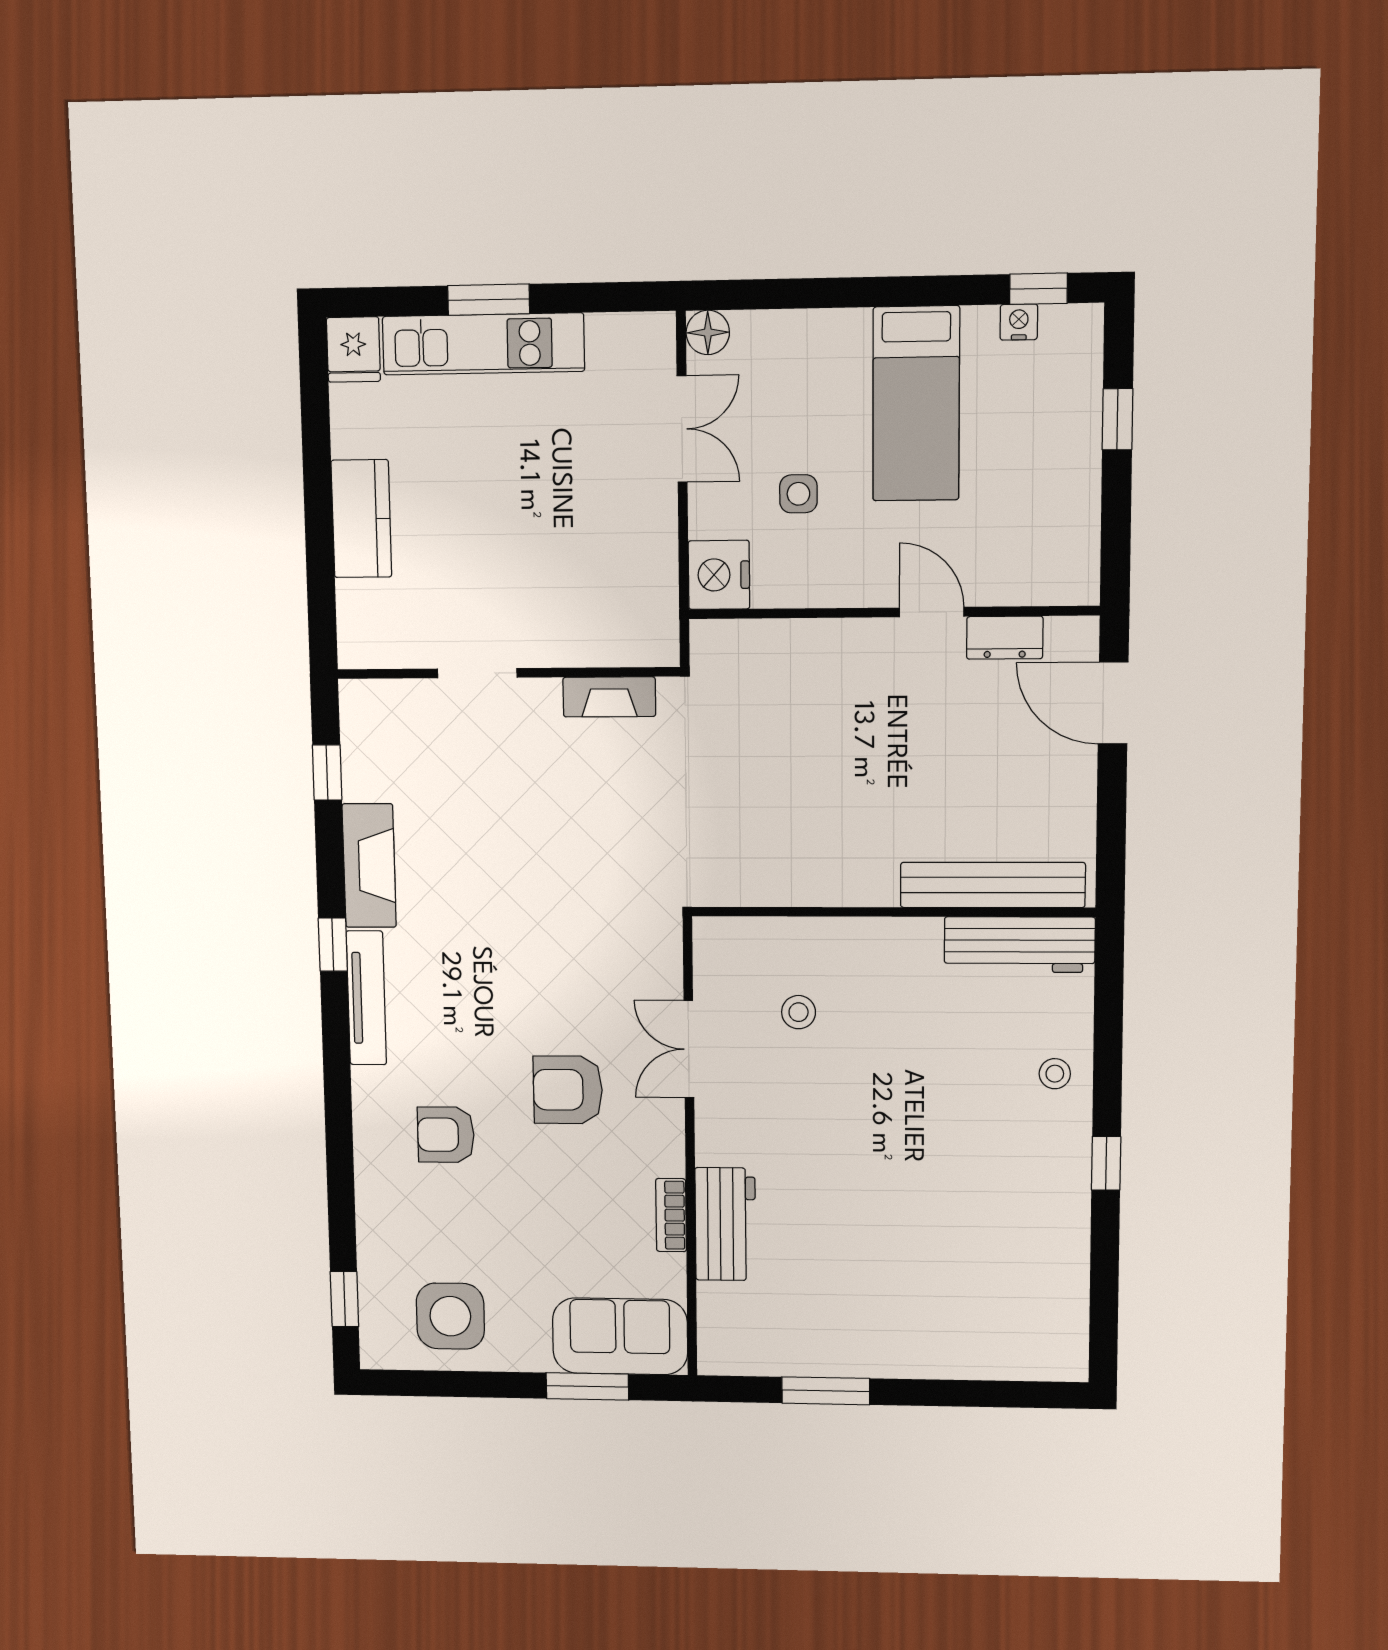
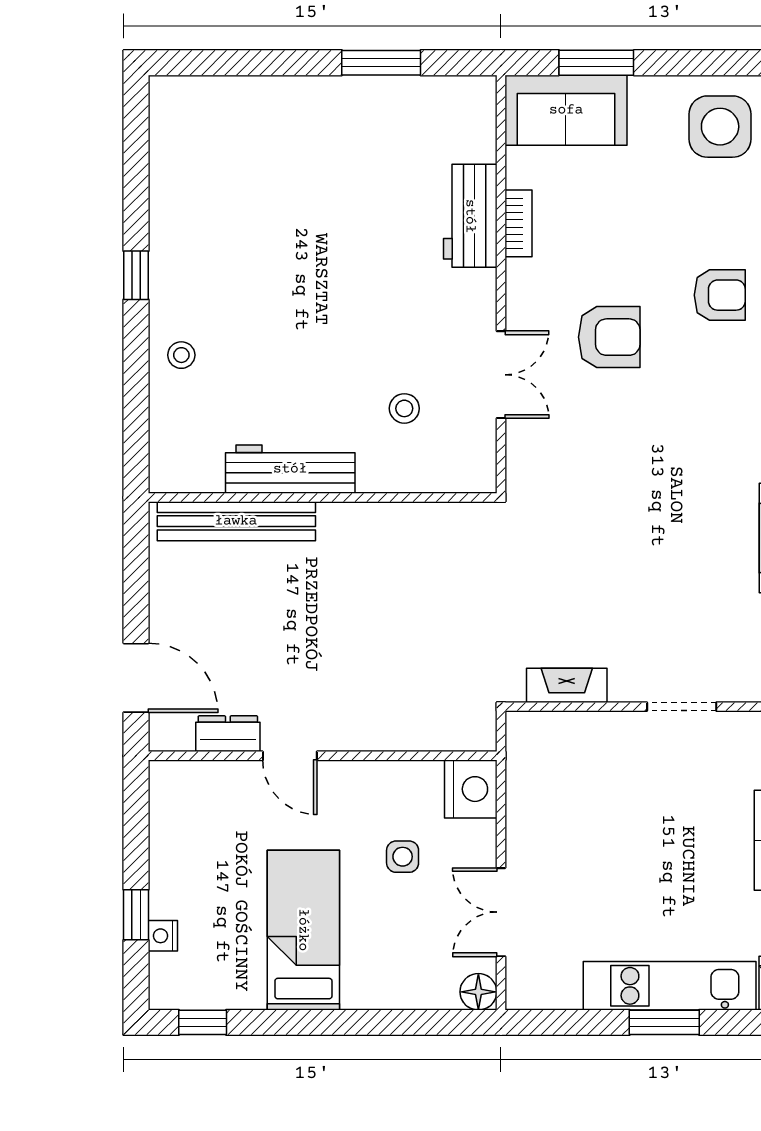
nightstand: (1019, 322) -> (163, 936), moved, turned 90
workbench: (1020, 945) -> (290, 469), moved

